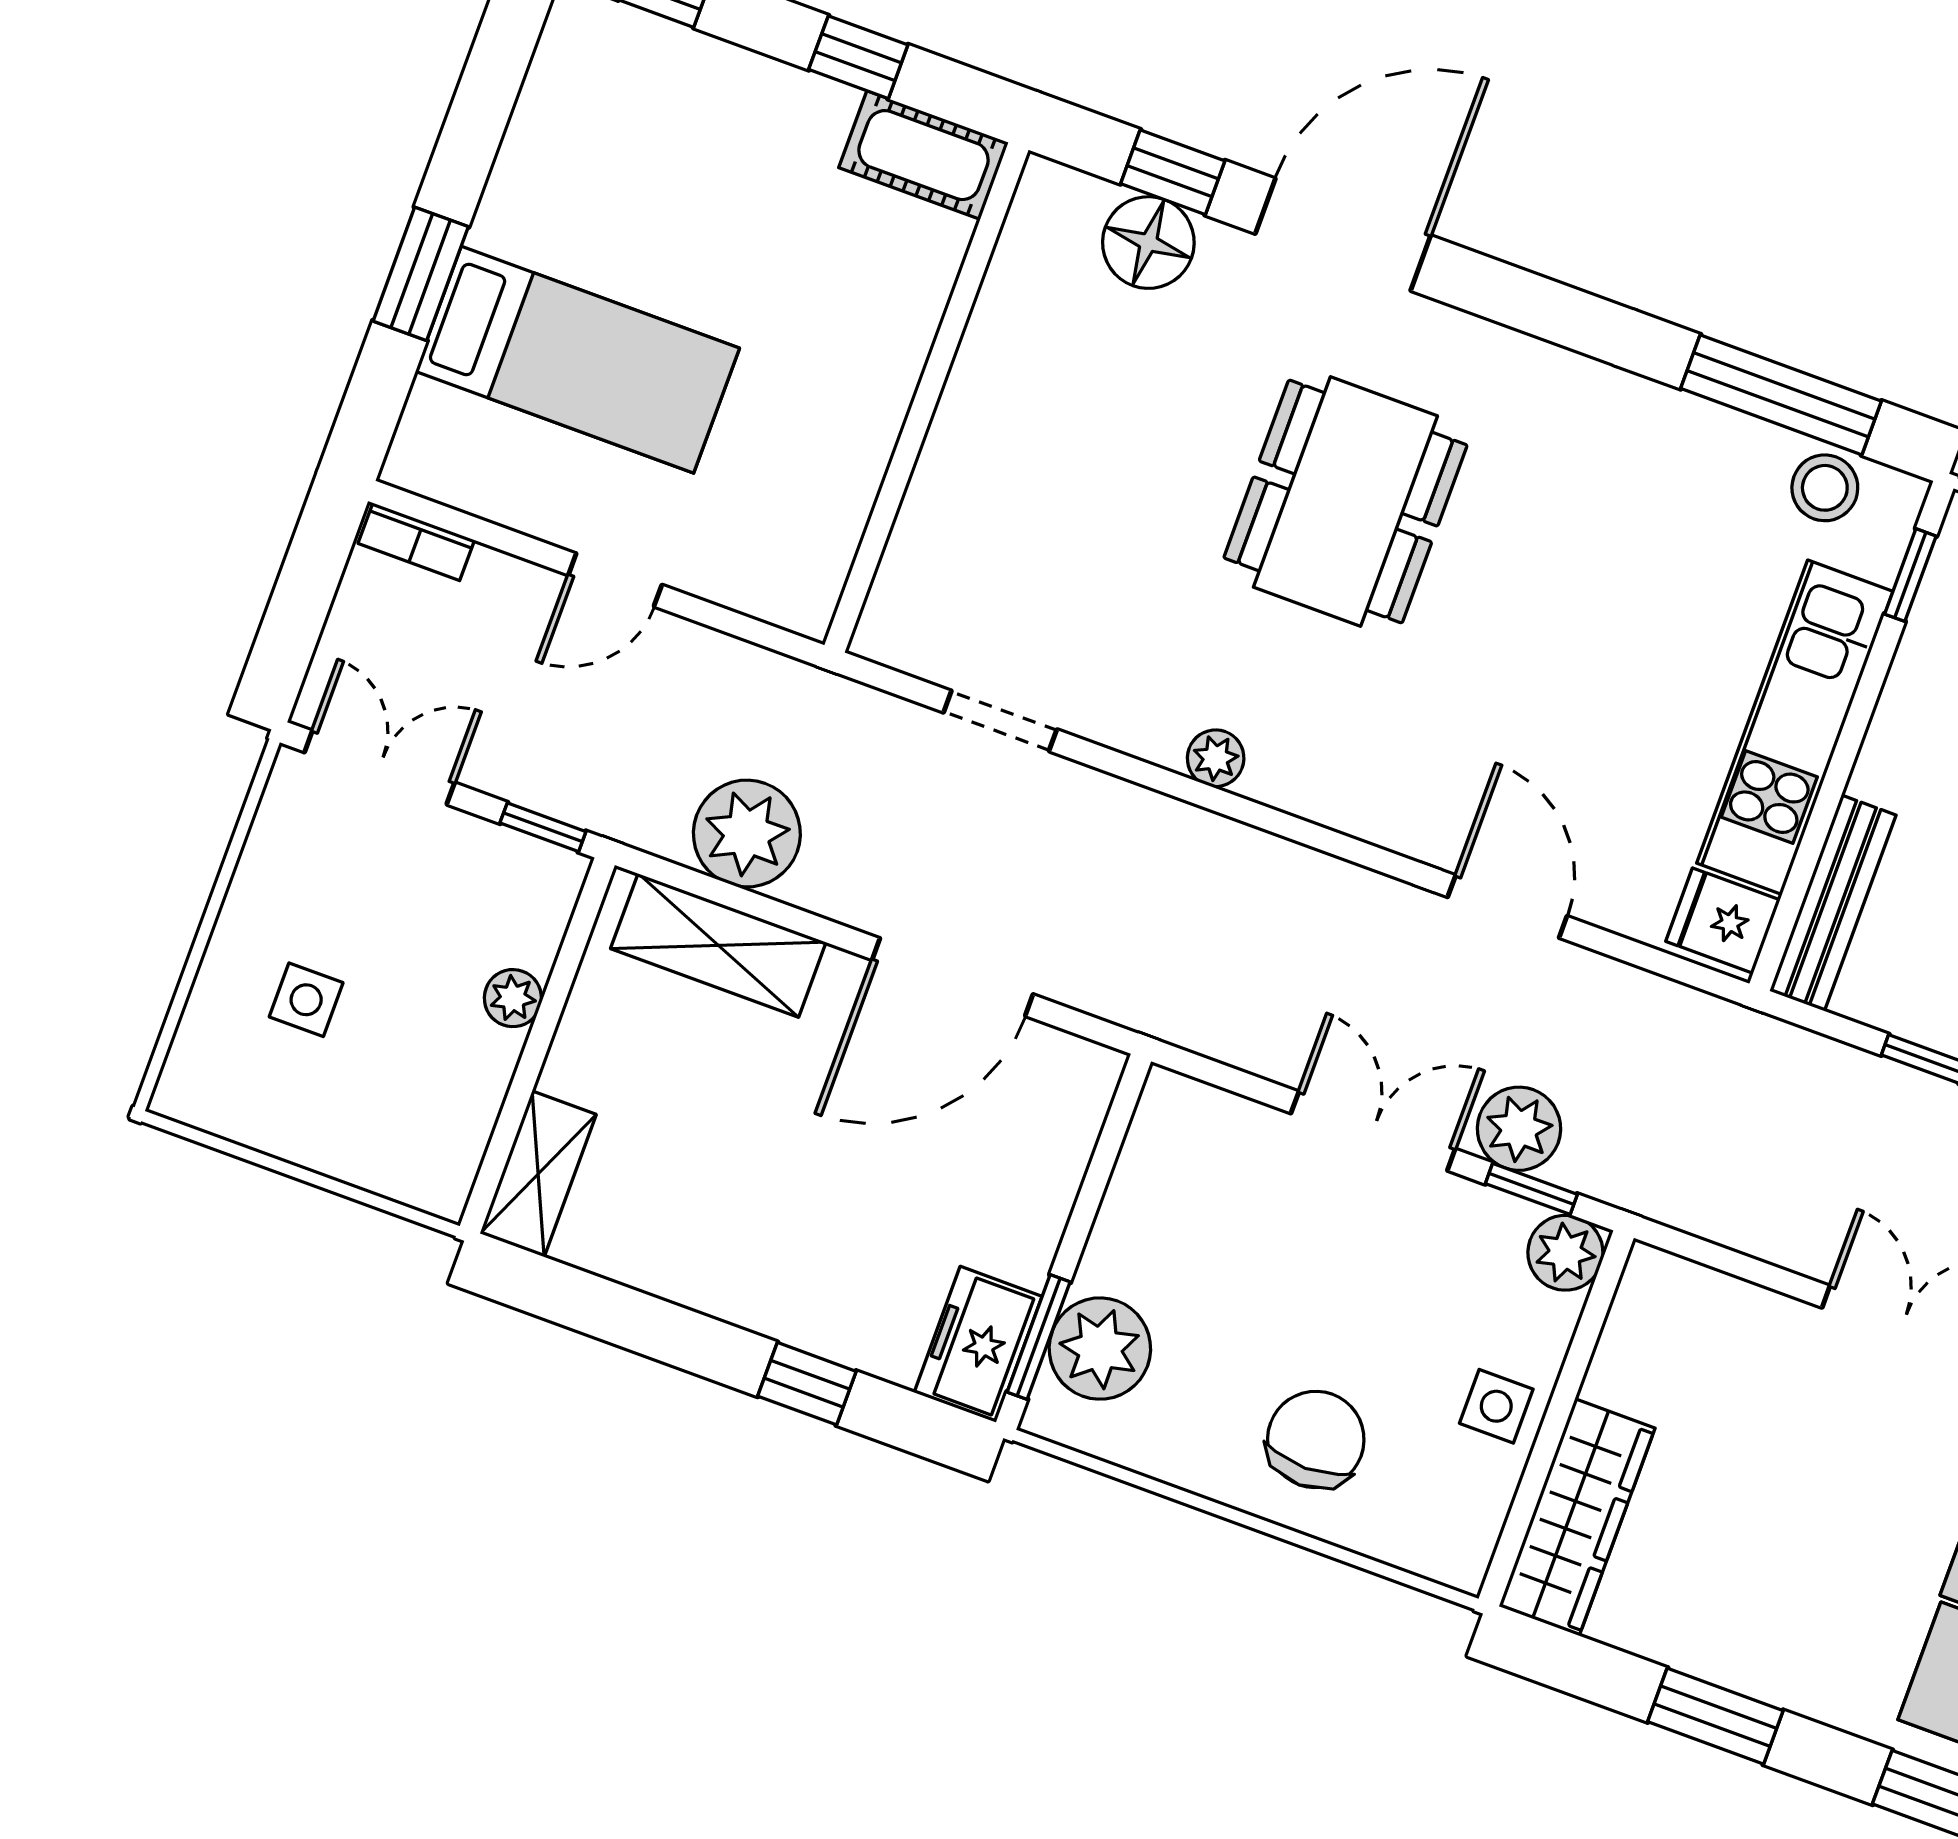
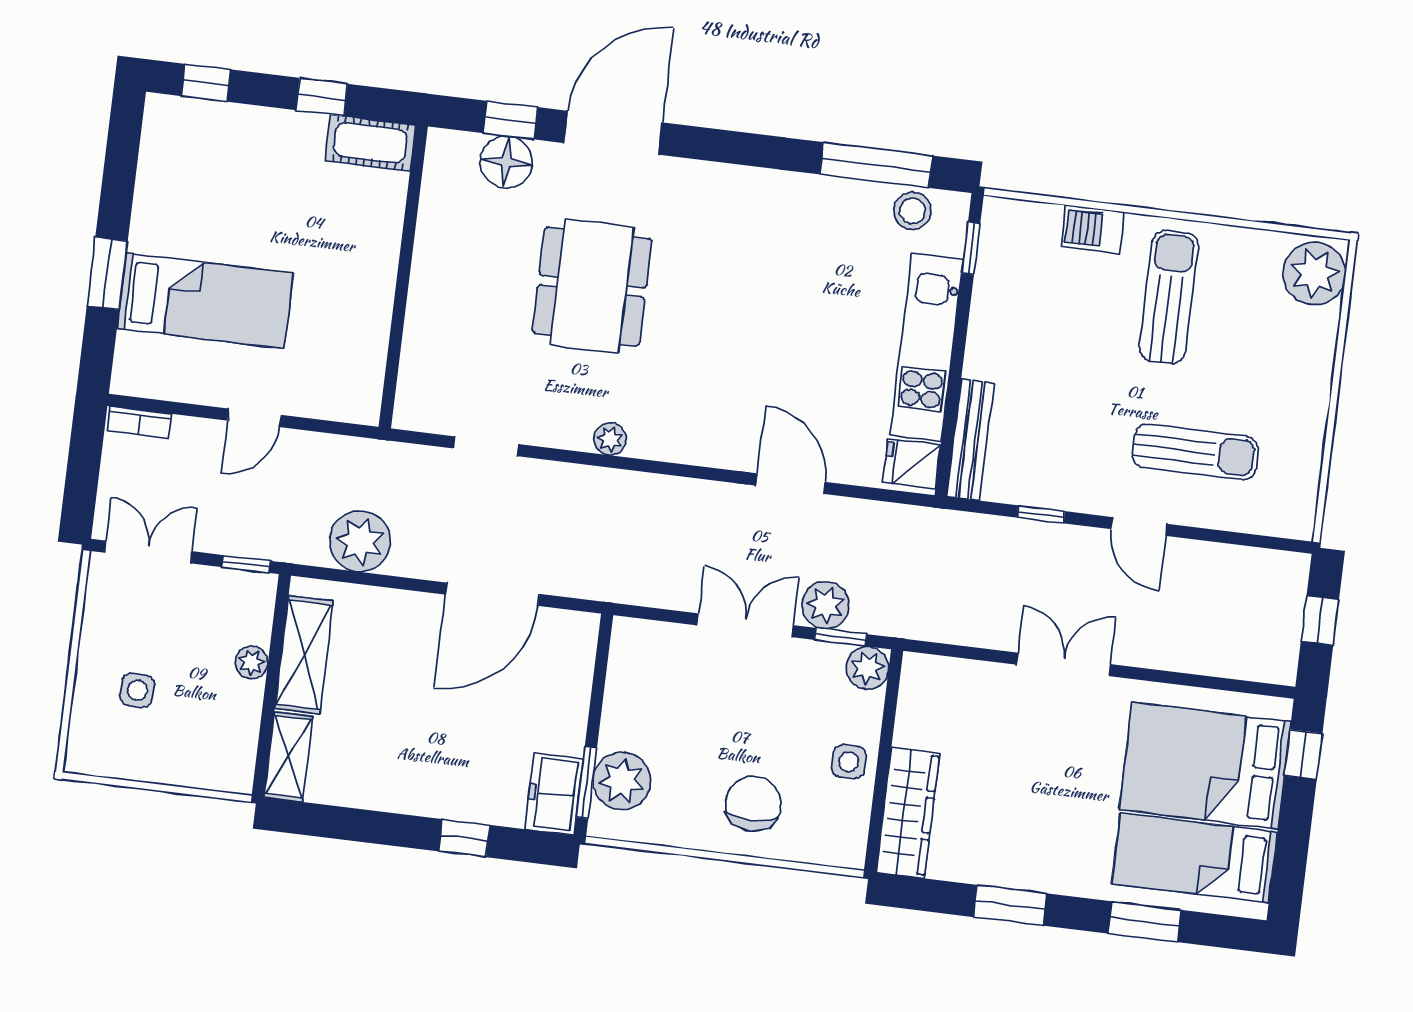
dining table: (1345, 501) -> (592, 286), moved
shelving: (718, 945) -> (304, 655), moved, turned 90

